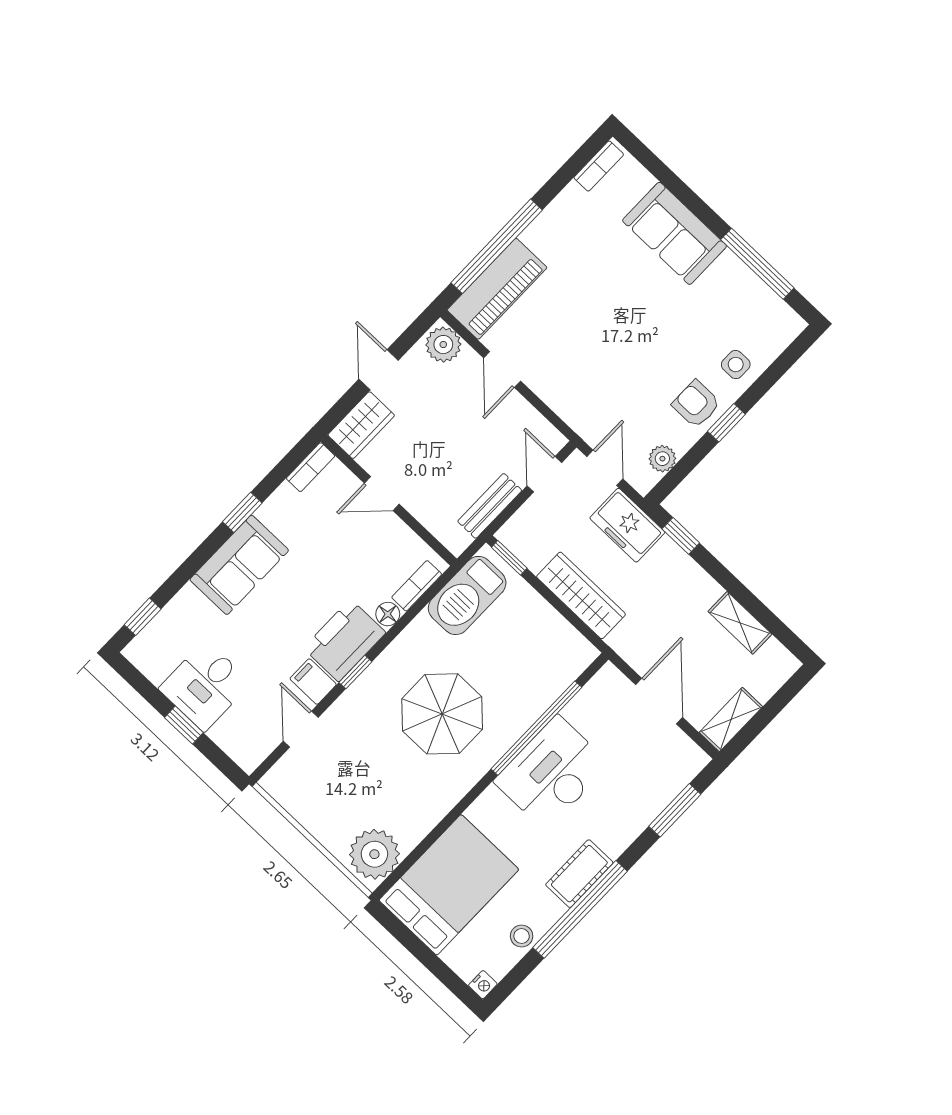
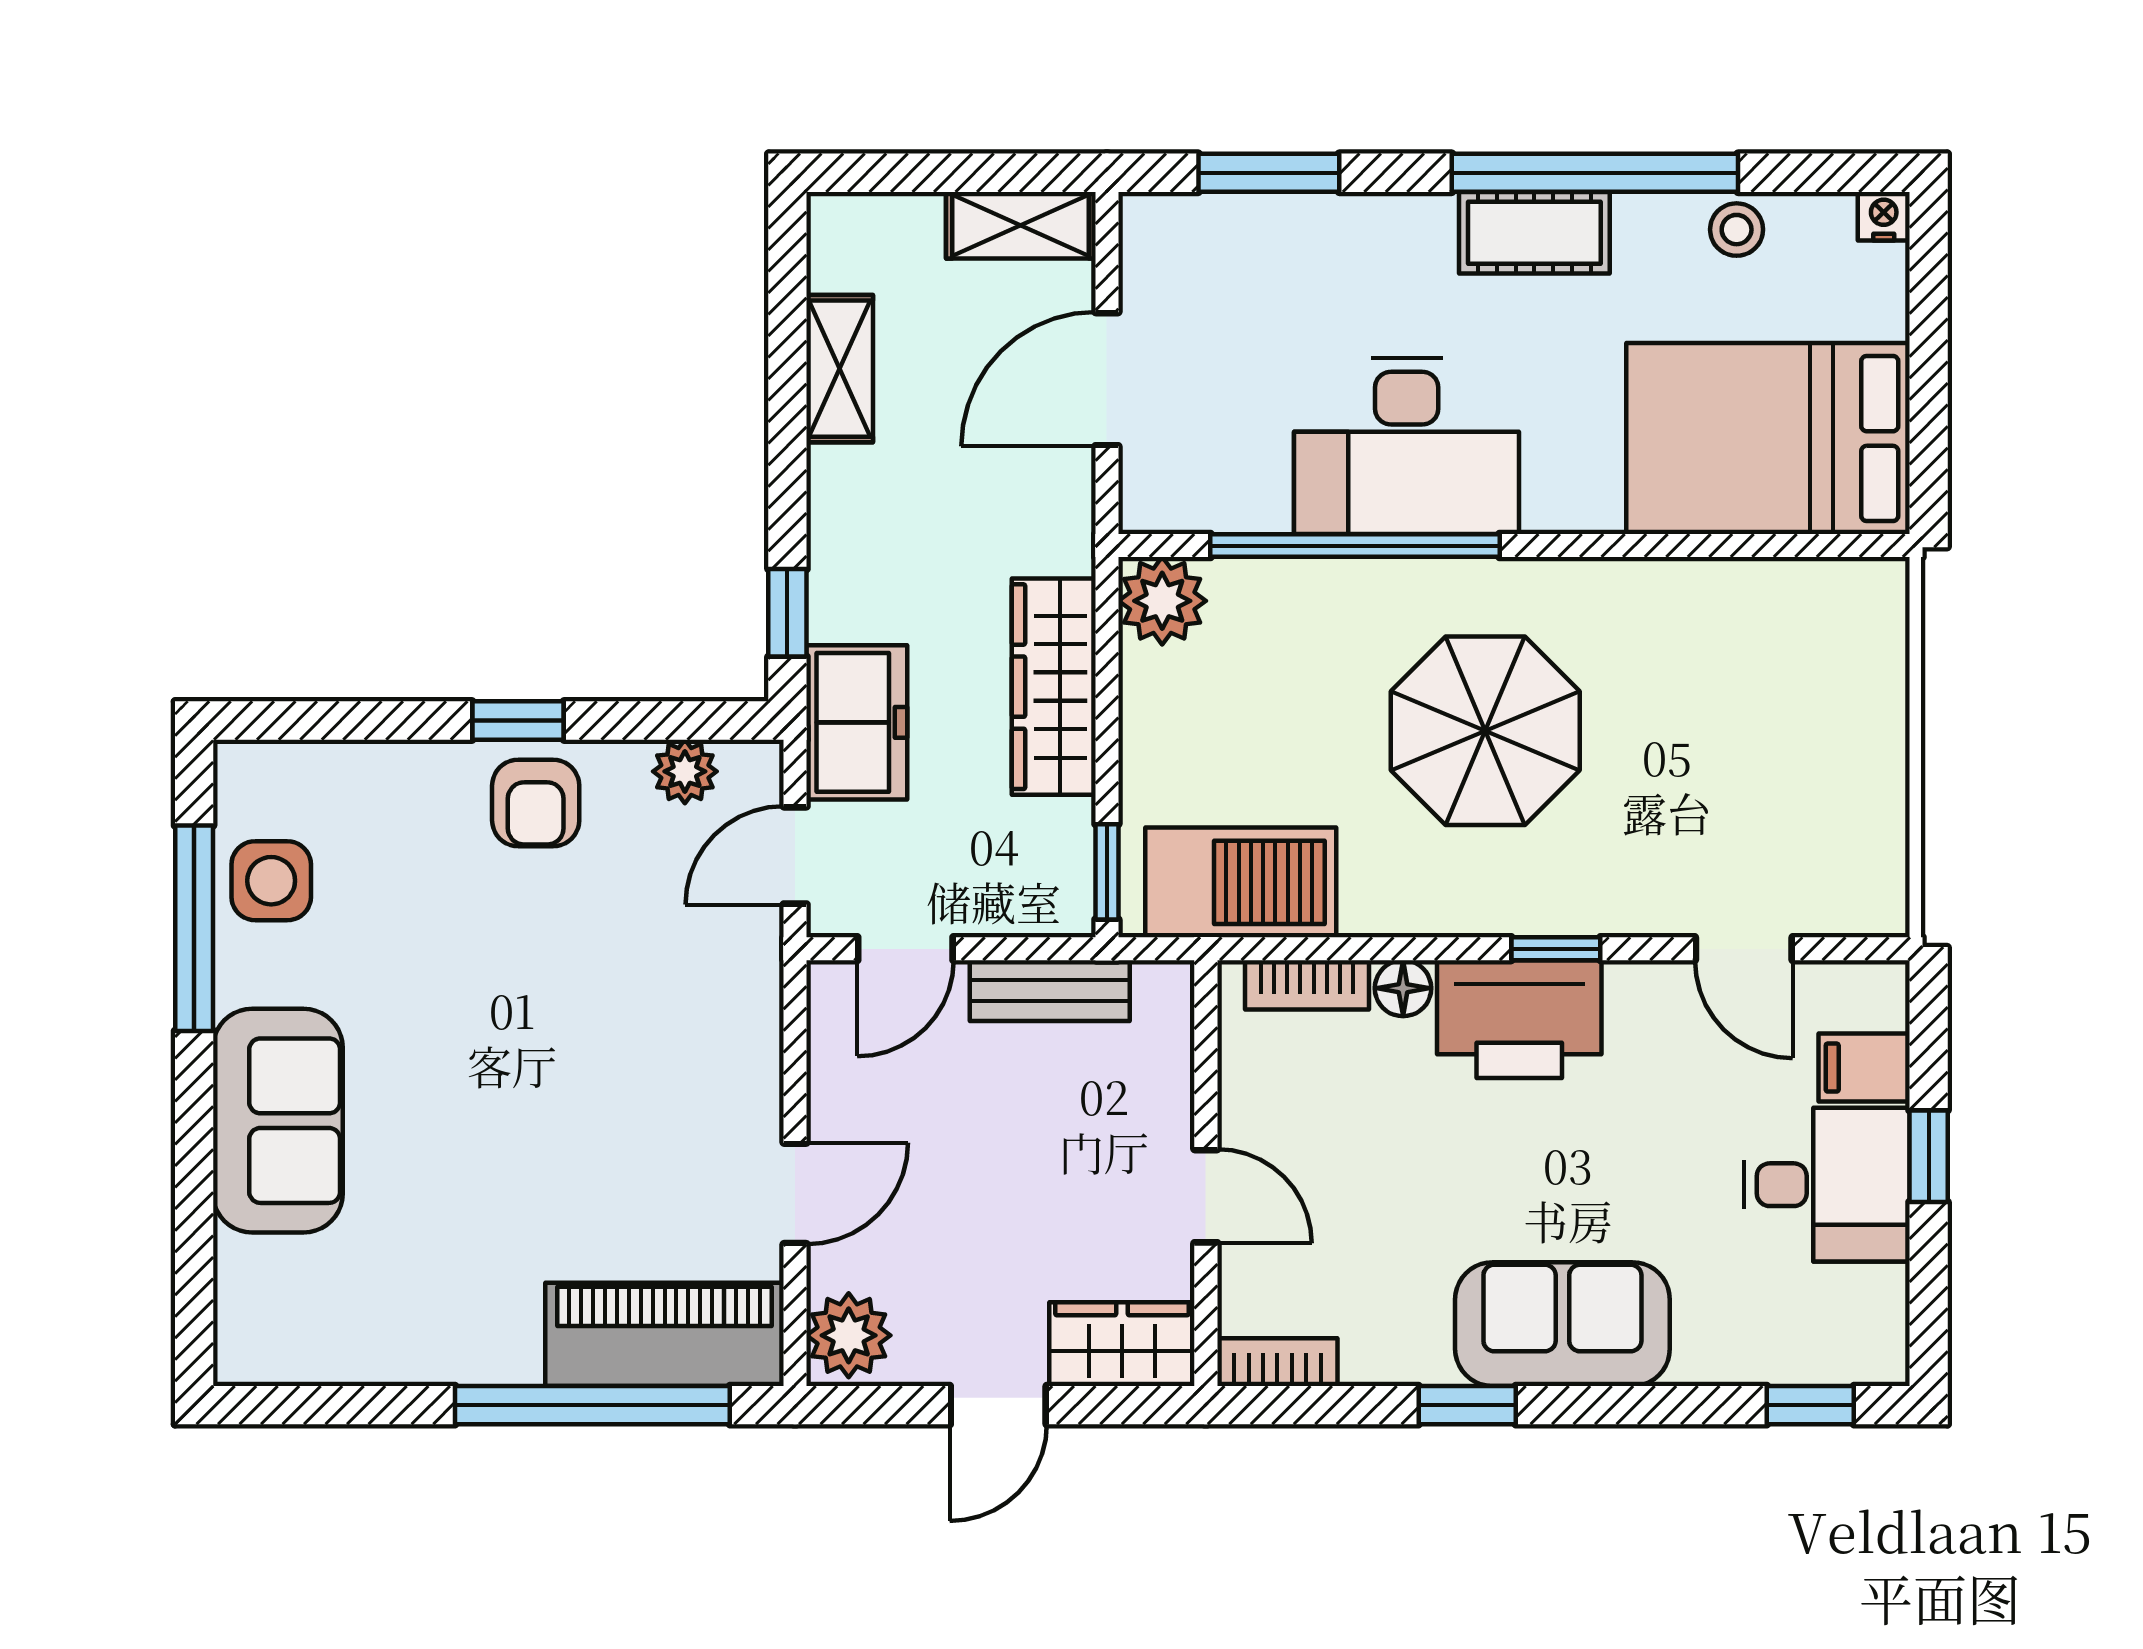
bookcase: (599, 166) -> (287, 1361), removed
side table: (736, 365) -> (271, 881), moved, width x1.37, depth x1.37
filing cabinet: (313, 682) -> (1864, 1068), moved, turned 90
door: (301, 729) -> (1744, 949), hinge flipped
plant: (374, 854) -> (1162, 601), moved, width x0.73, depth x0.73

